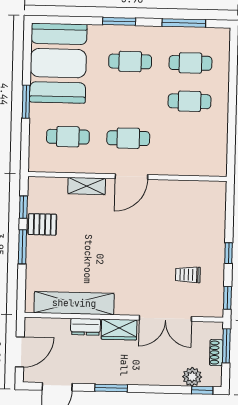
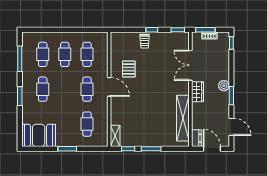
booth: (58, 63) -> (39, 135), width x0.73, depth x0.70
cafe table: (189, 140) -> (87, 54), added
shelving: (87, 186) -> (115, 136), moved
pallet: (42, 224) -> (129, 69), moved
trolley: (188, 275) -> (145, 41), moved
double door: (165, 318) -> (190, 65), swing flipped
dresser: (85, 327) -> (196, 138), moved
plant: (192, 377) -> (224, 86), moved

